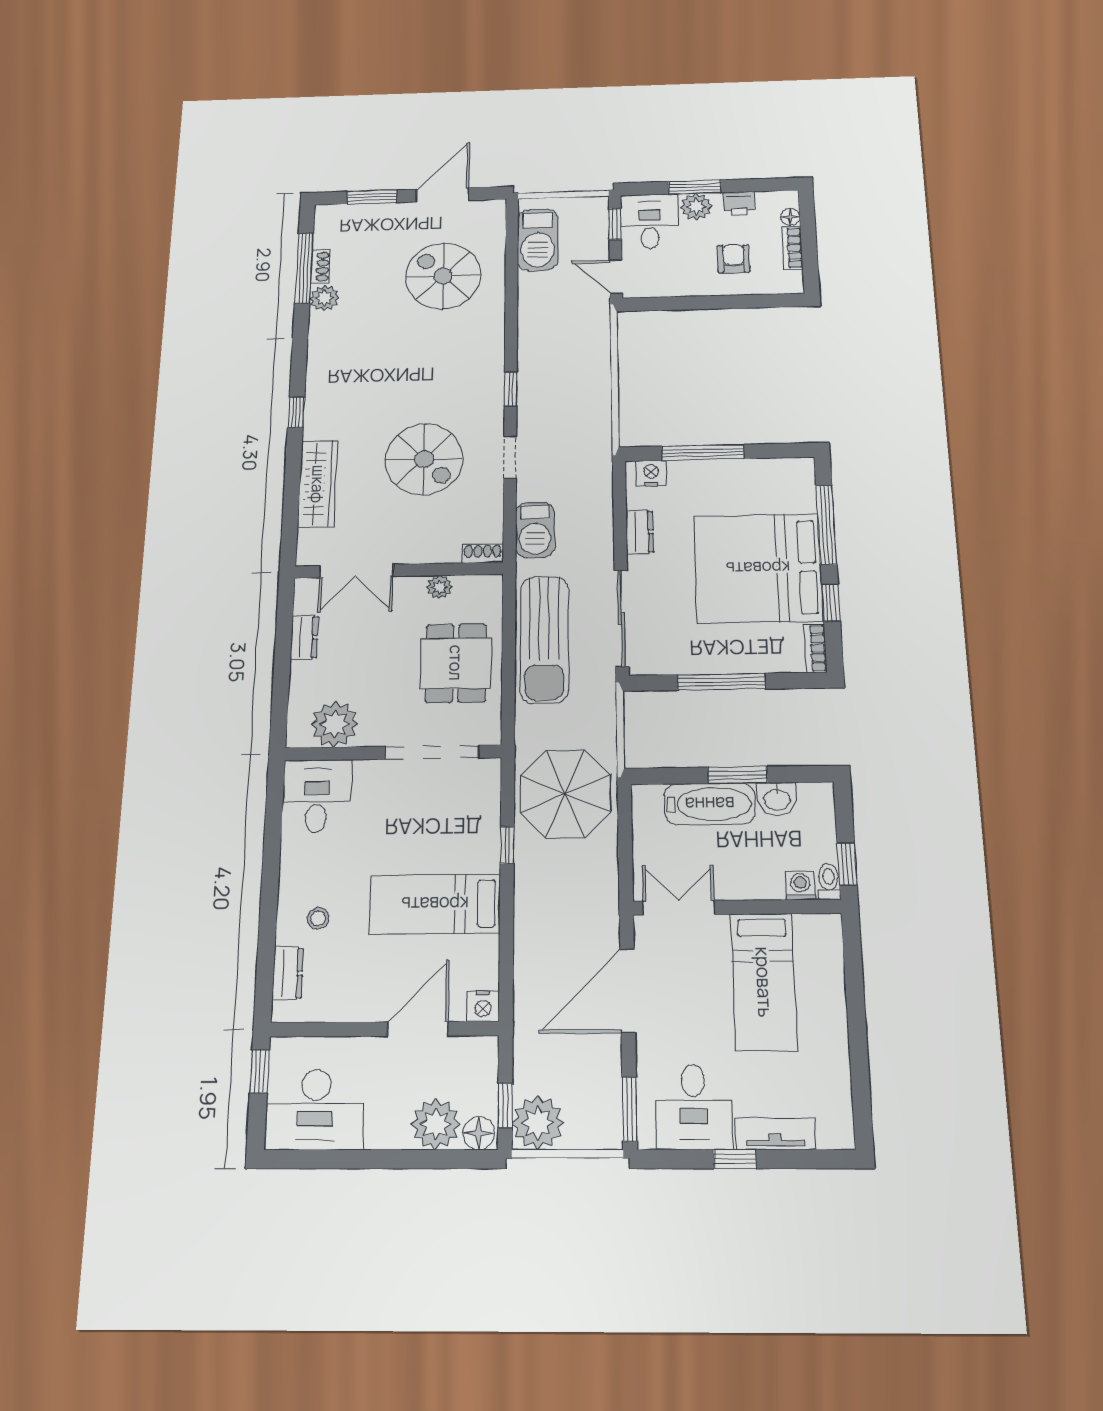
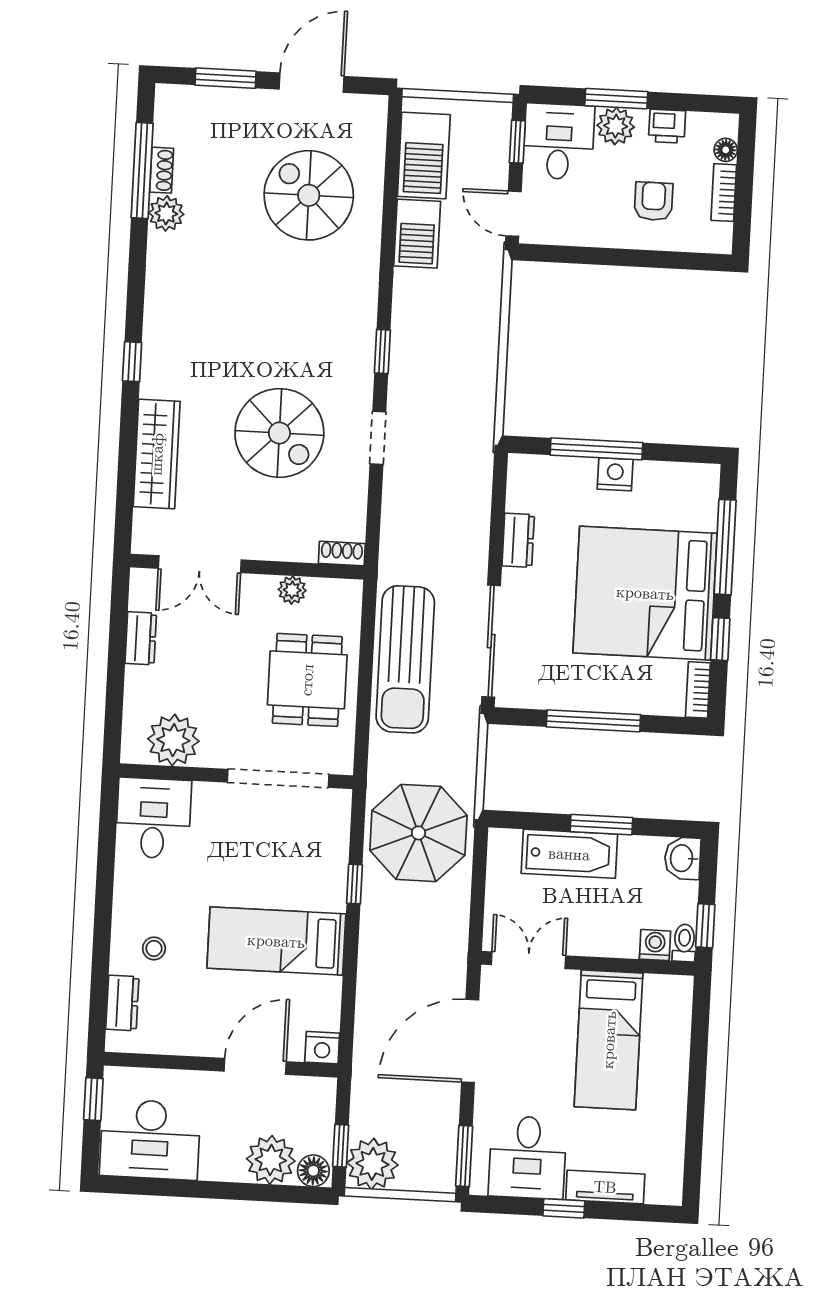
nightstand: (651, 473) -> (615, 474), moved
barbecue: (535, 530) -> (417, 234), moved
washbasin: (777, 799) -> (683, 858), moved, turned 90

